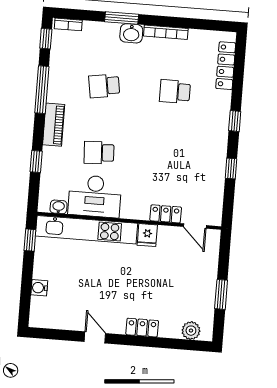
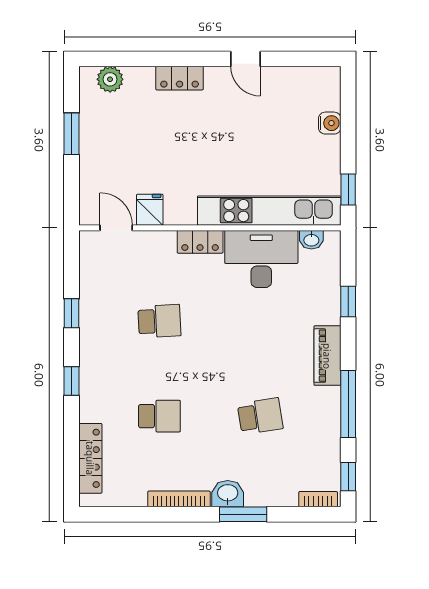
school desk: (99, 153) -> (159, 321), moved
locker: (166, 214) -> (200, 242), moved
fridge: (147, 235) -> (150, 210), moved

